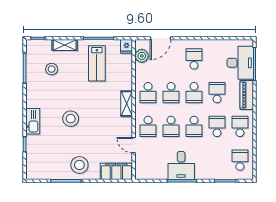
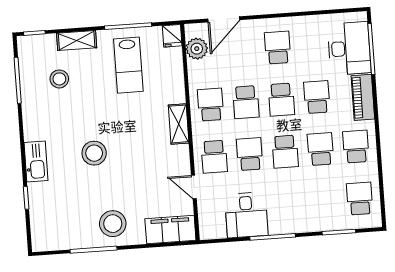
school desk: (148, 93) -> (211, 105), turned 180
school desk: (171, 126) -> (250, 154), turned 180
desk: (181, 166) -> (246, 215), moved

